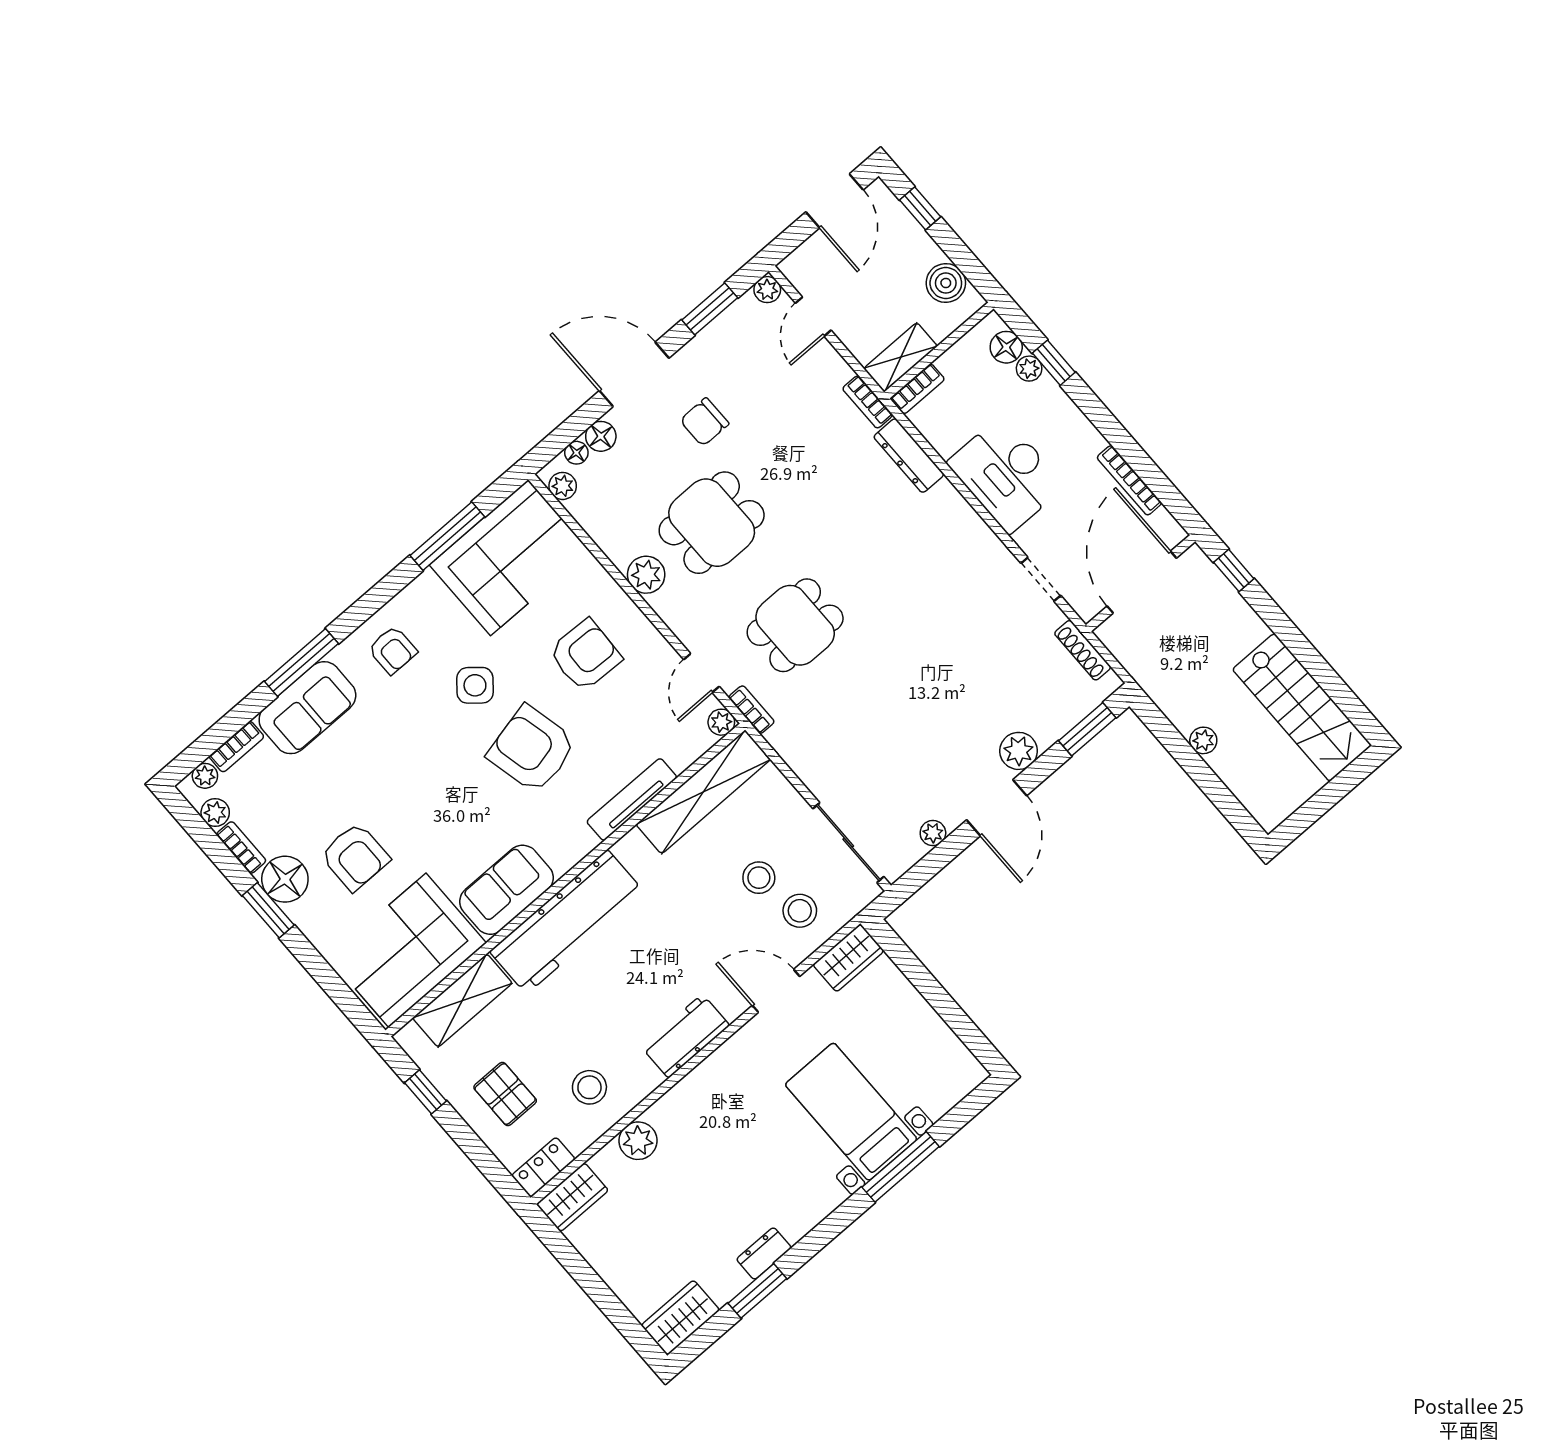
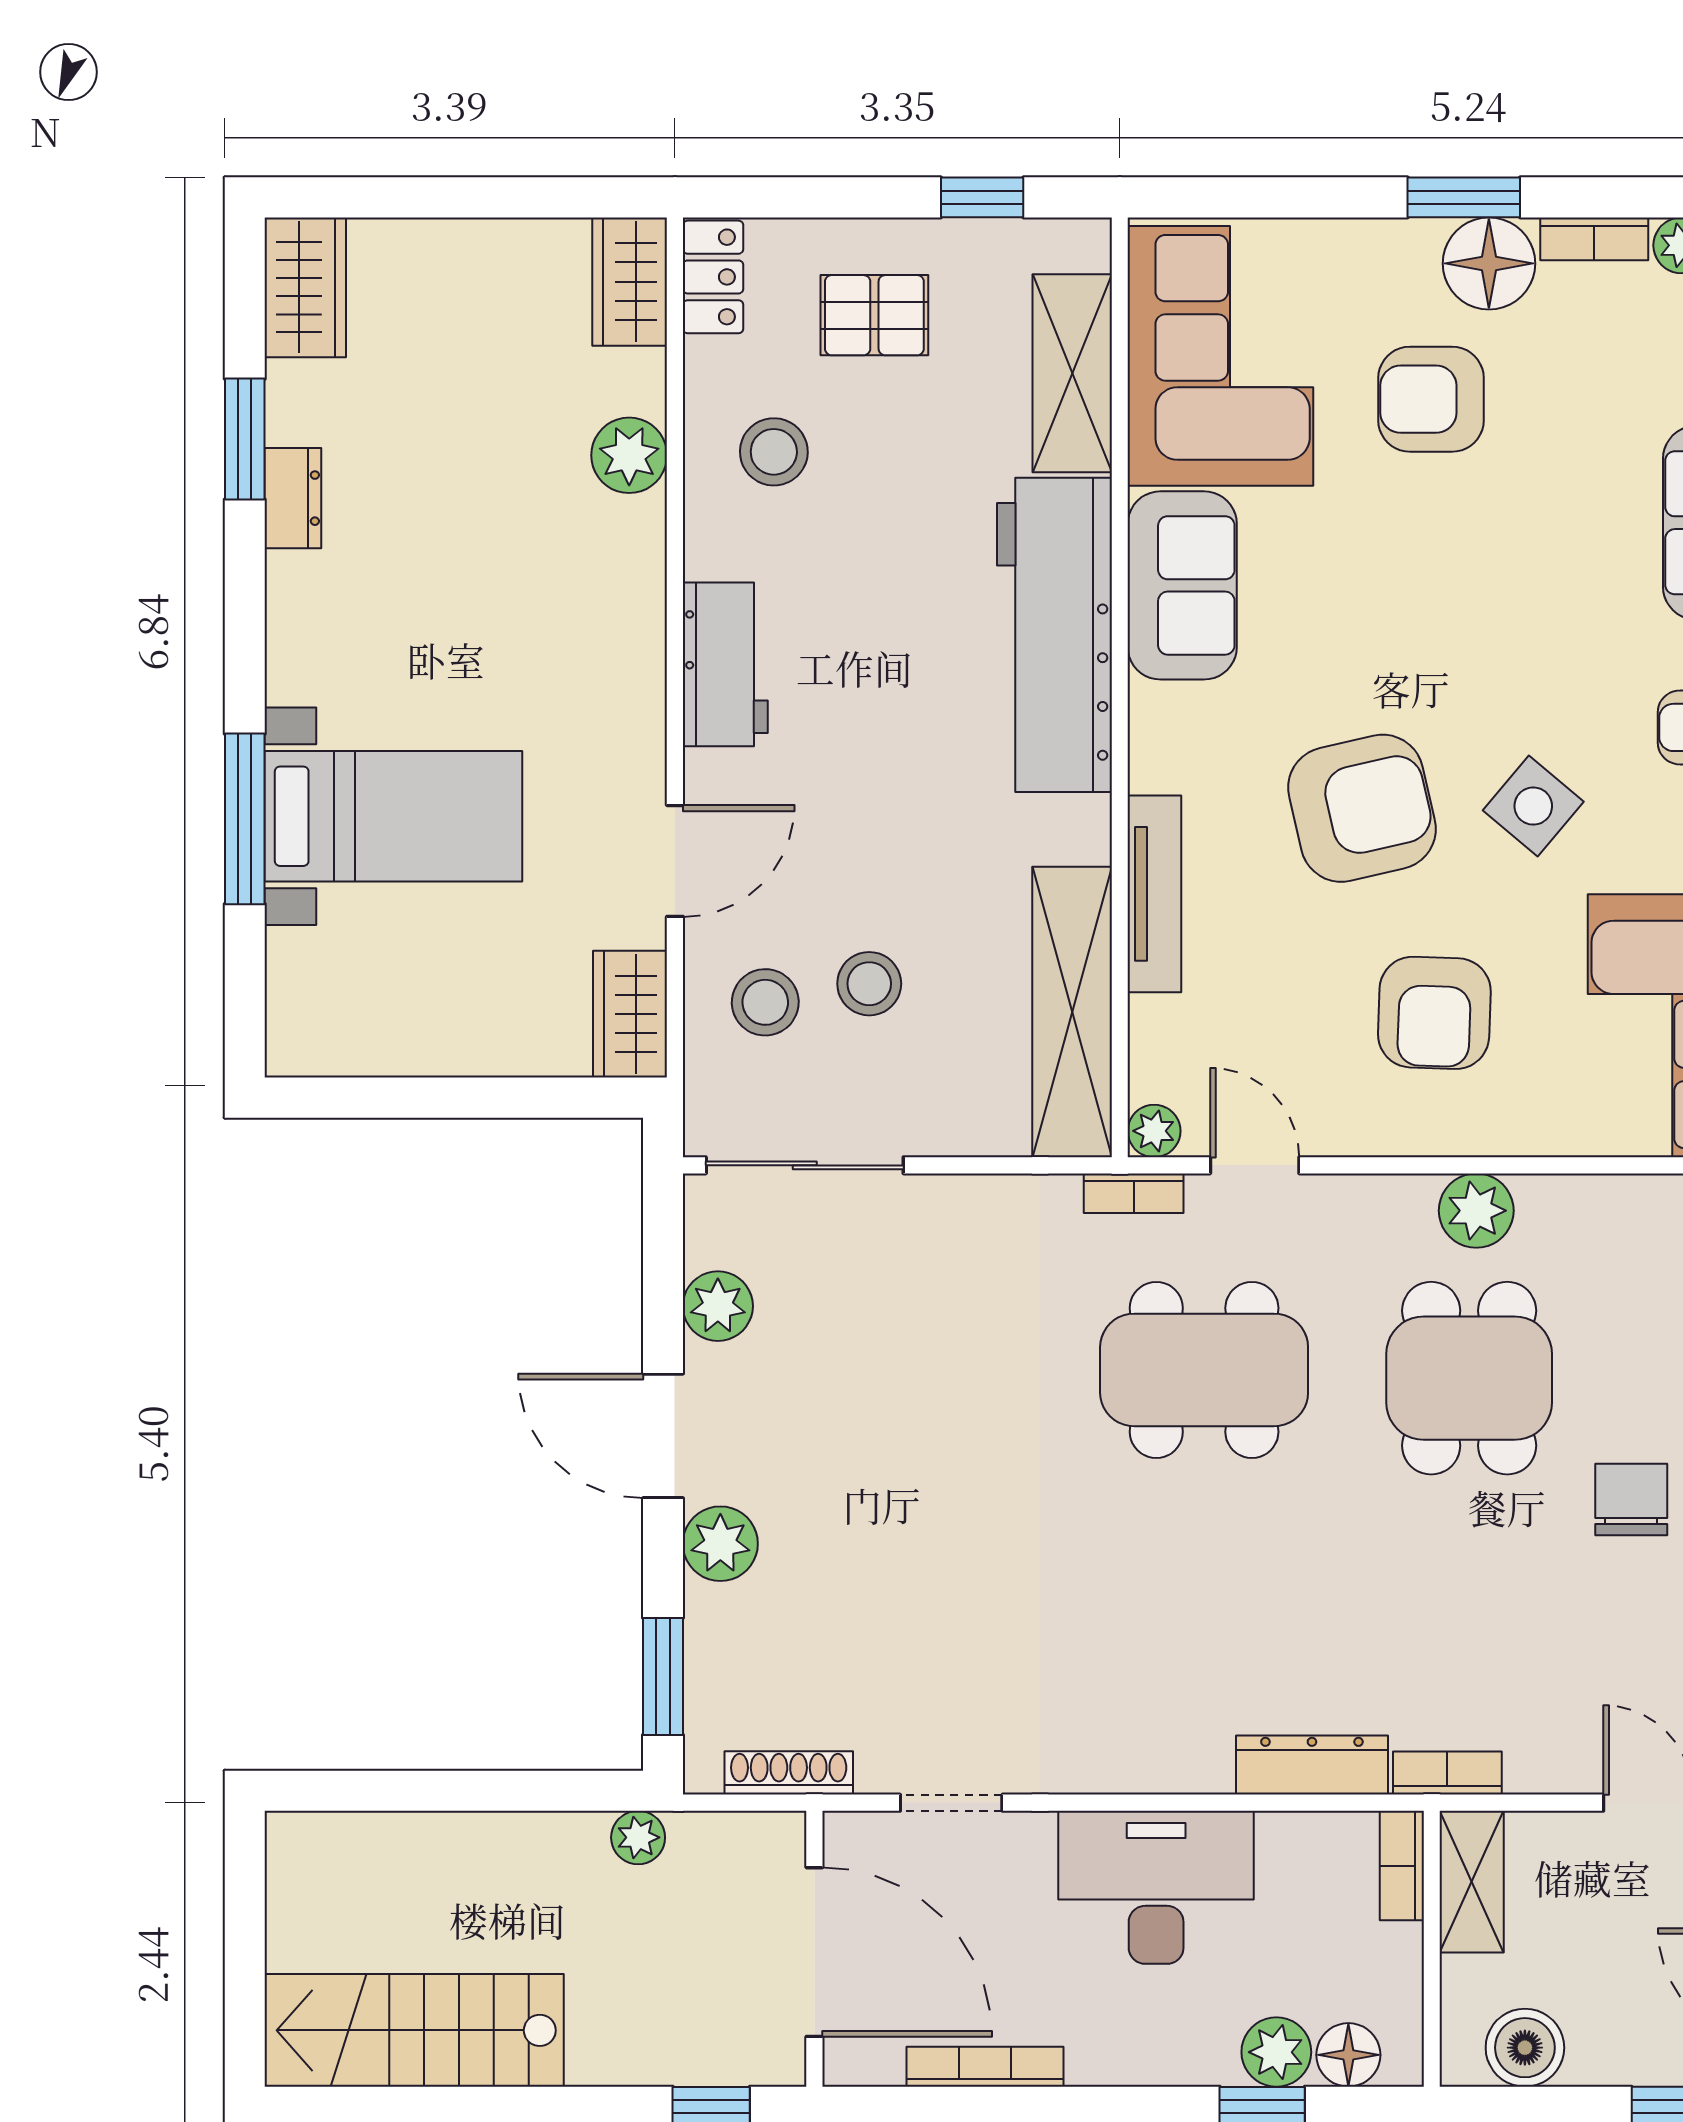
plant: (1029, 369) -> (1276, 2052), width x1.38, depth x1.38
dining table: (795, 625) -> (1204, 1370), width x1.38
plant: (1203, 740) -> (638, 1837), moved
plant: (933, 833) -> (718, 1306), width x1.38, depth x1.38

